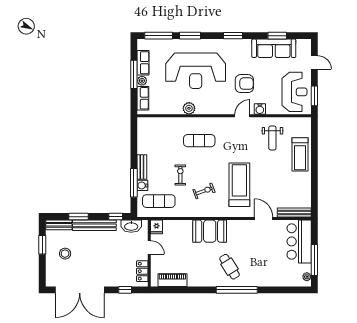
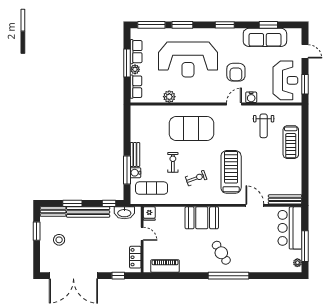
armchair: (244, 84) -> (236, 72), turned 90
plant: (189, 108) -> (169, 97), moved
exercise mat: (199, 141) -> (191, 128), width x2.00, depth x1.45

